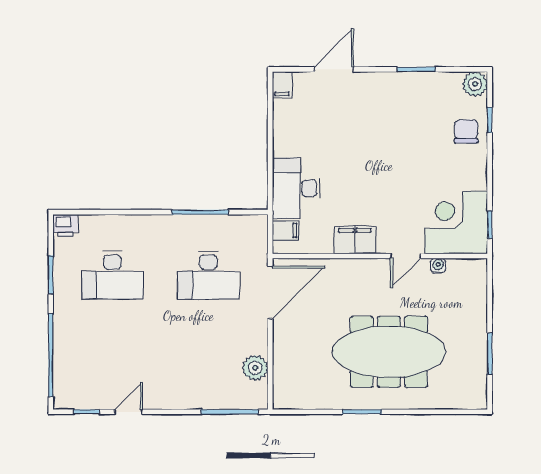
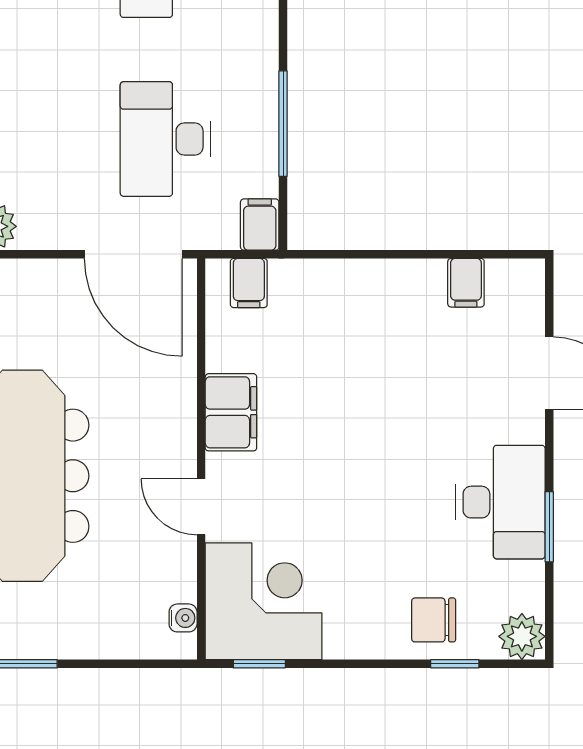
filing cabinet: (282, 85) -> (466, 283), moved, turned -90
chair: (466, 131) -> (434, 620), turned 180
desk: (296, 188) -> (500, 502), moved, turned 90
filing cabinet: (254, 225) -> (260, 225), added
water cooler: (438, 266) -> (183, 618), moved

